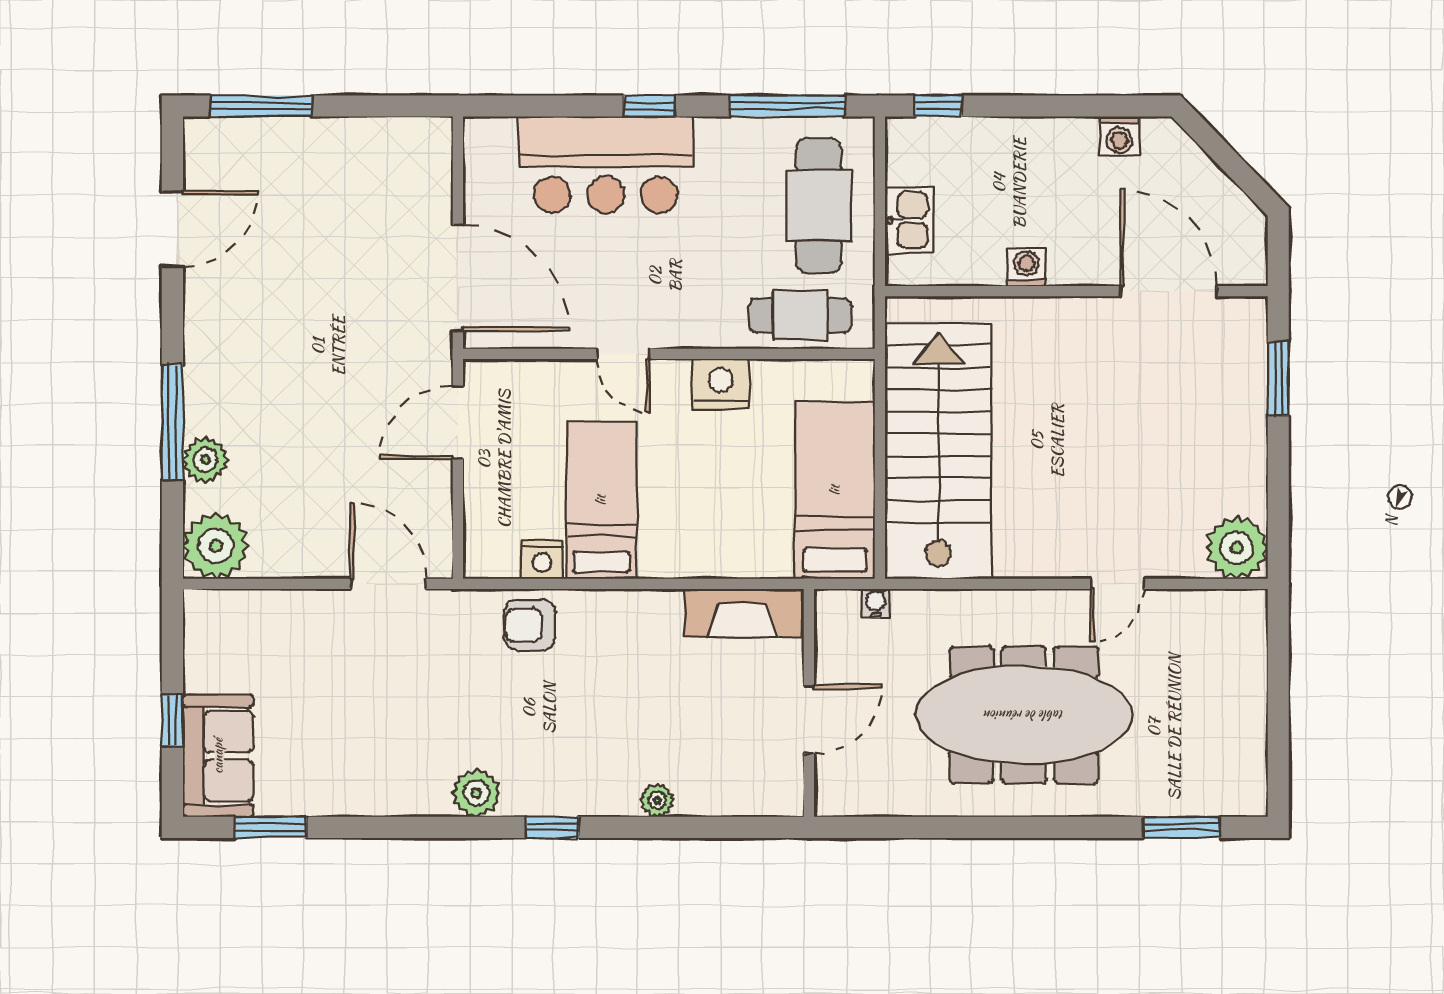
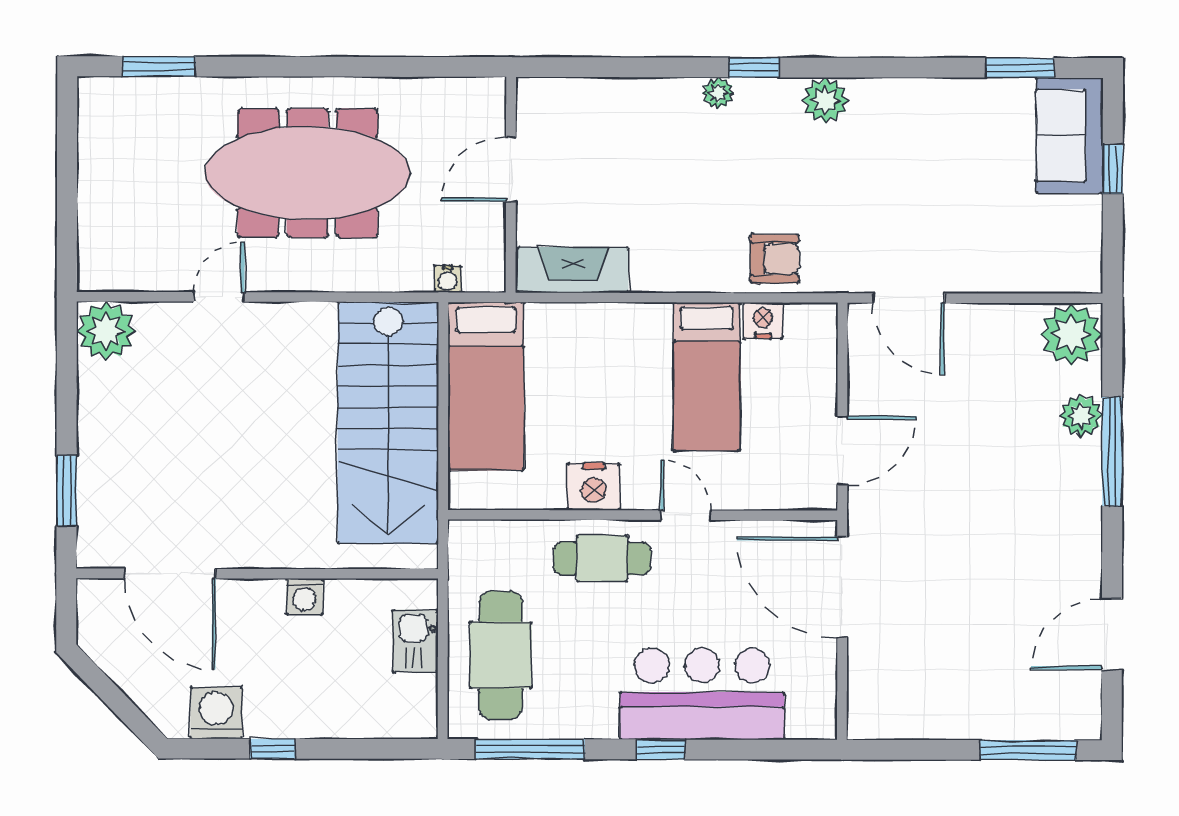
window: (938, 106) -> (272, 749), moved
washing machine: (1120, 136) -> (216, 713), width x1.38, depth x1.38
cafe table: (800, 316) -> (602, 559), moved
plant: (657, 800) -> (718, 93), moved

